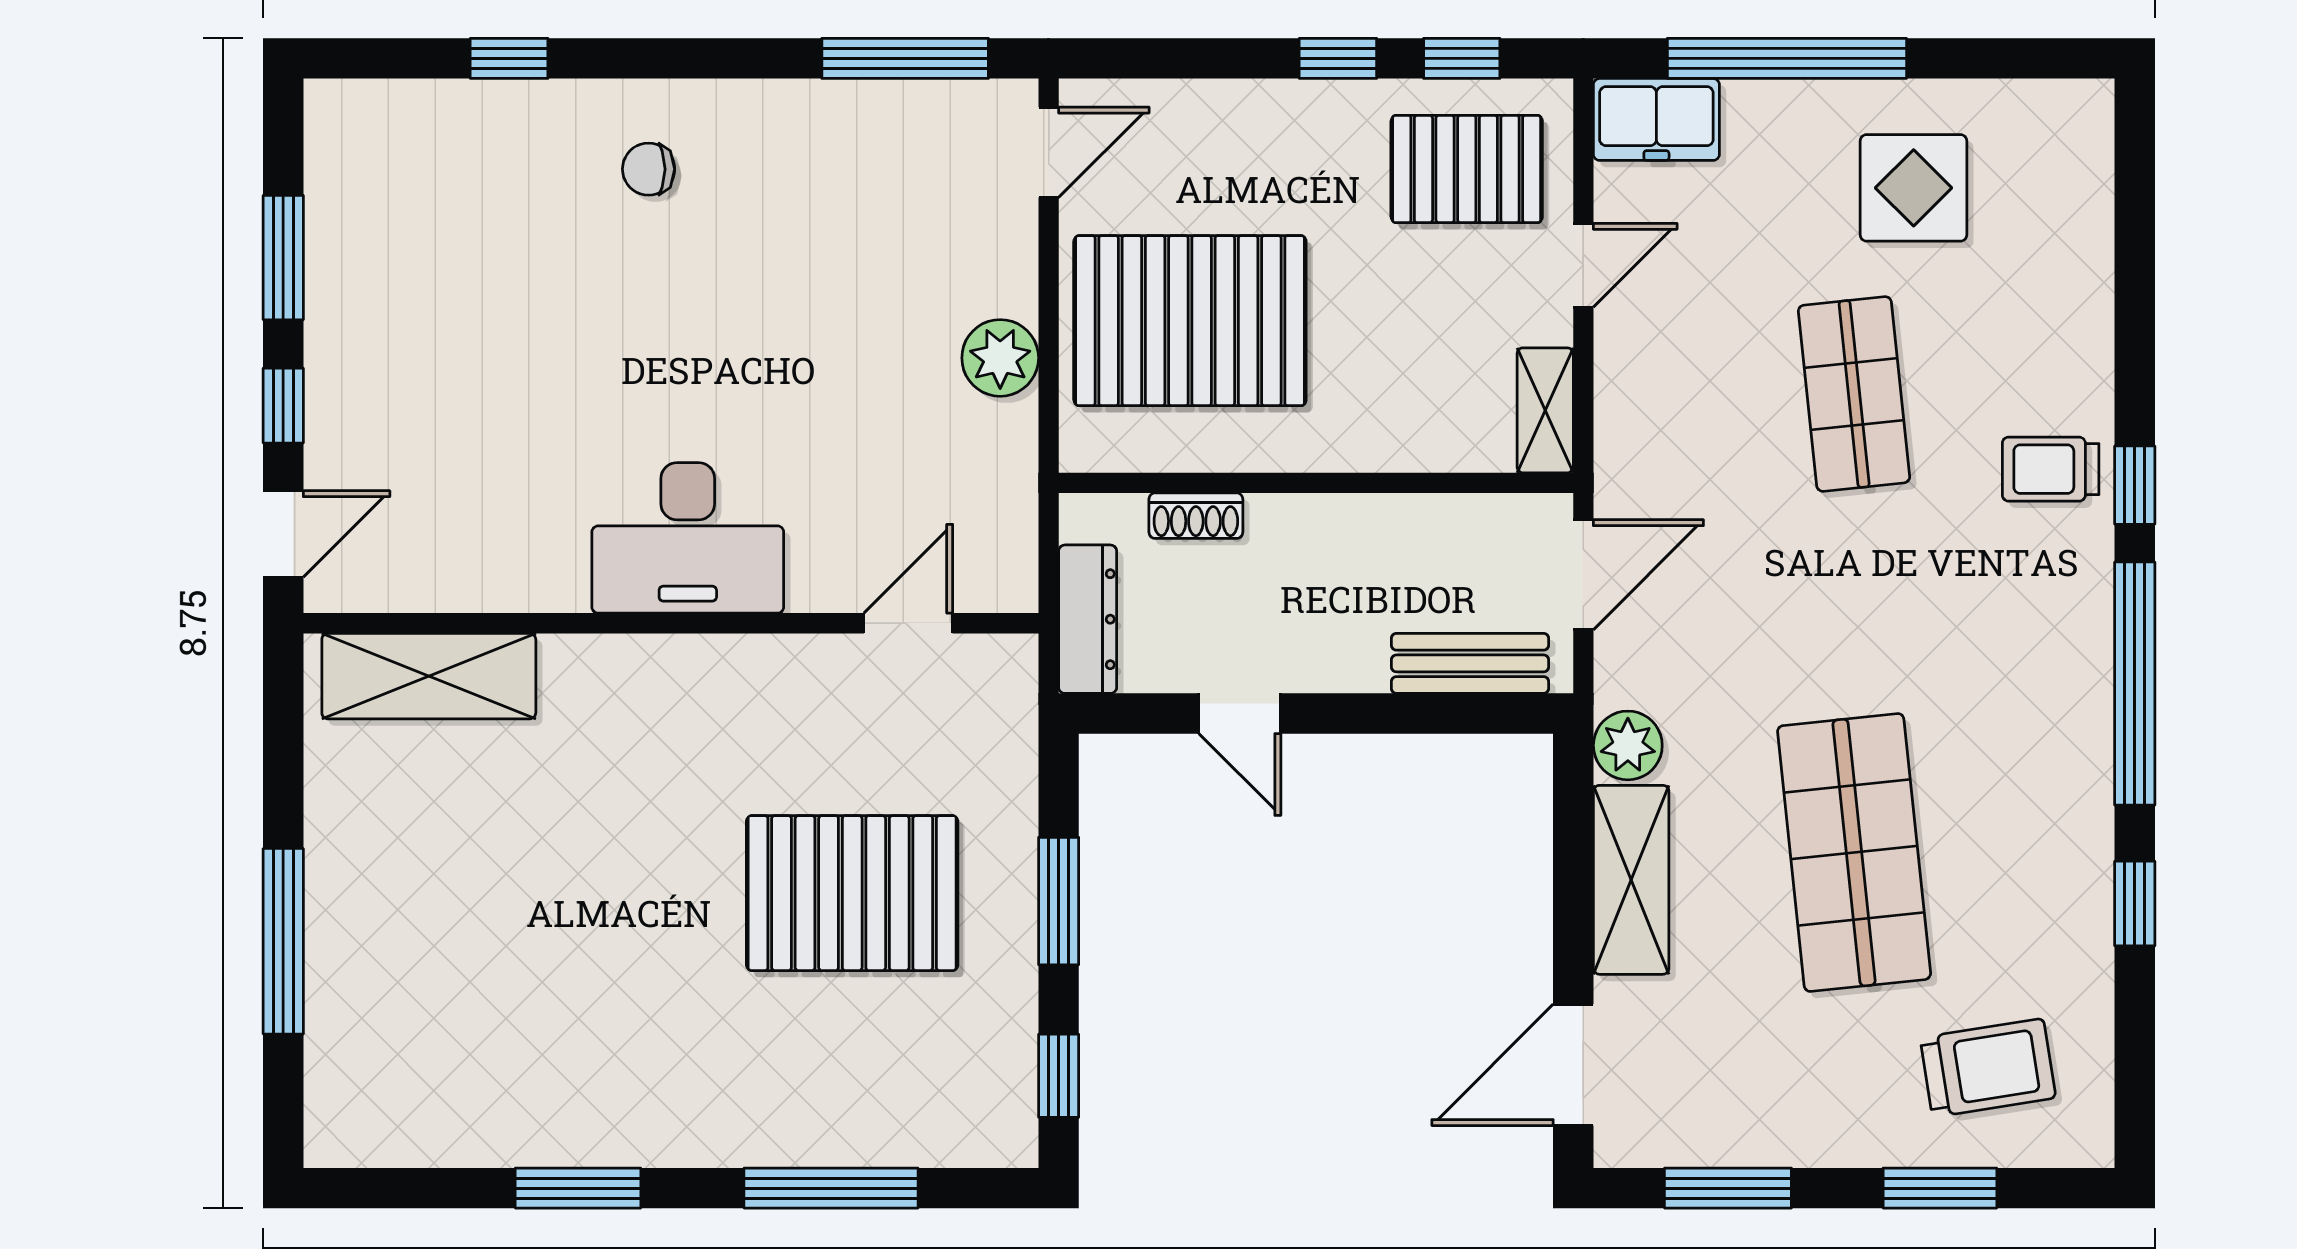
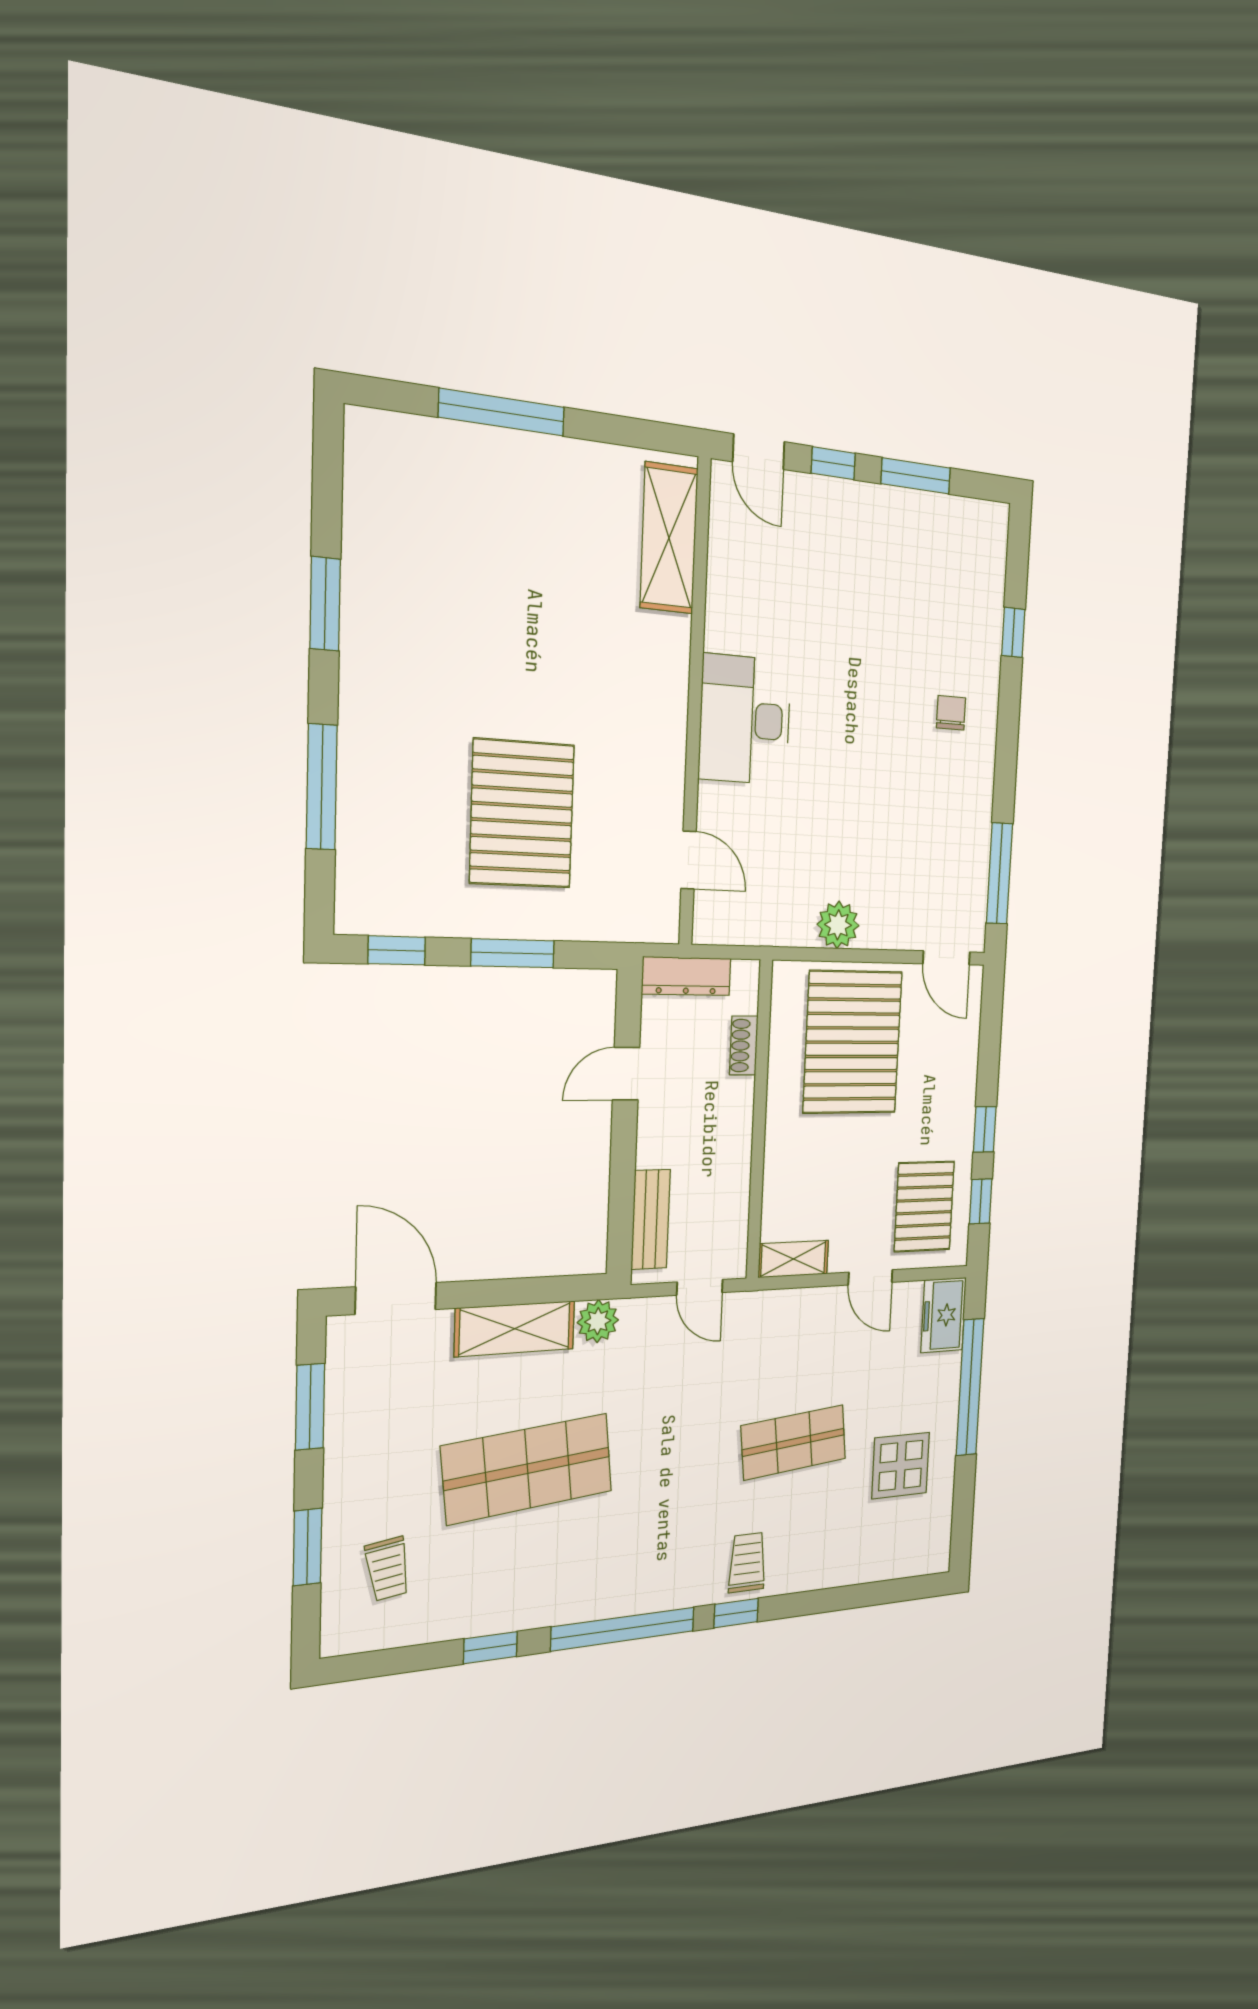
door: (1583, 575) -> (700, 1287), width x0.73
trolley: (1988, 1068) -> (388, 1569), width x0.73, depth x0.72

